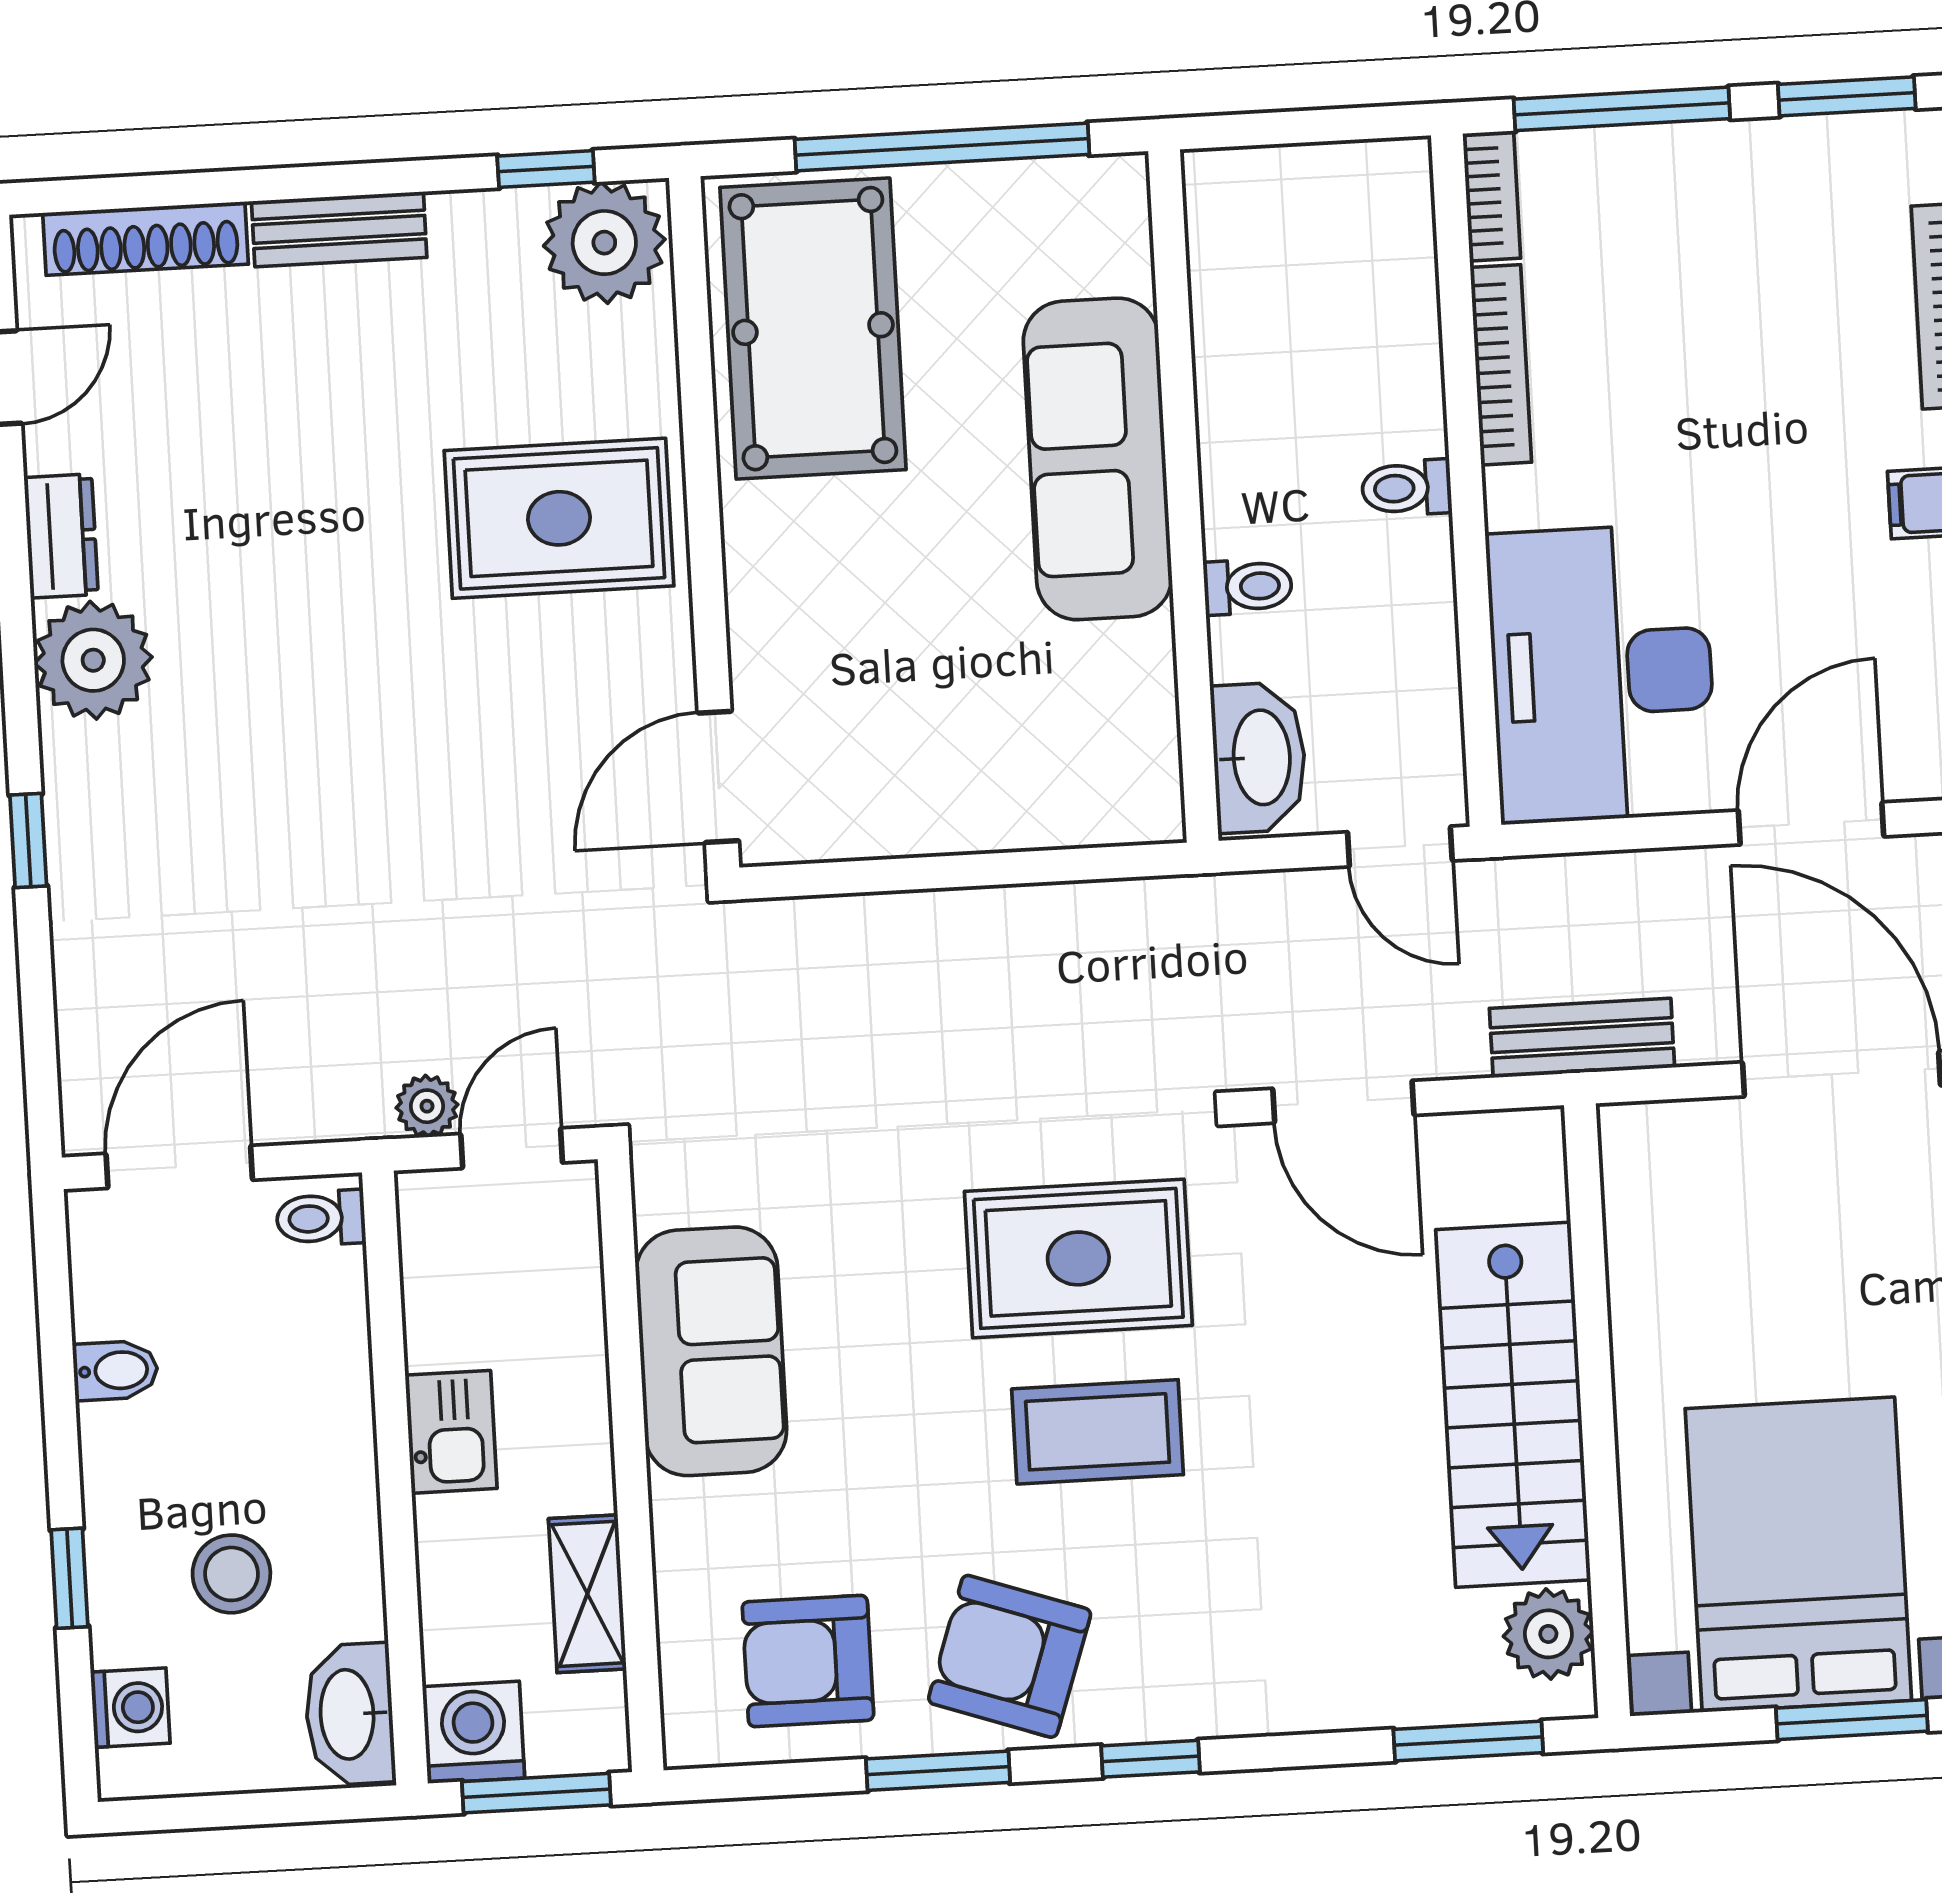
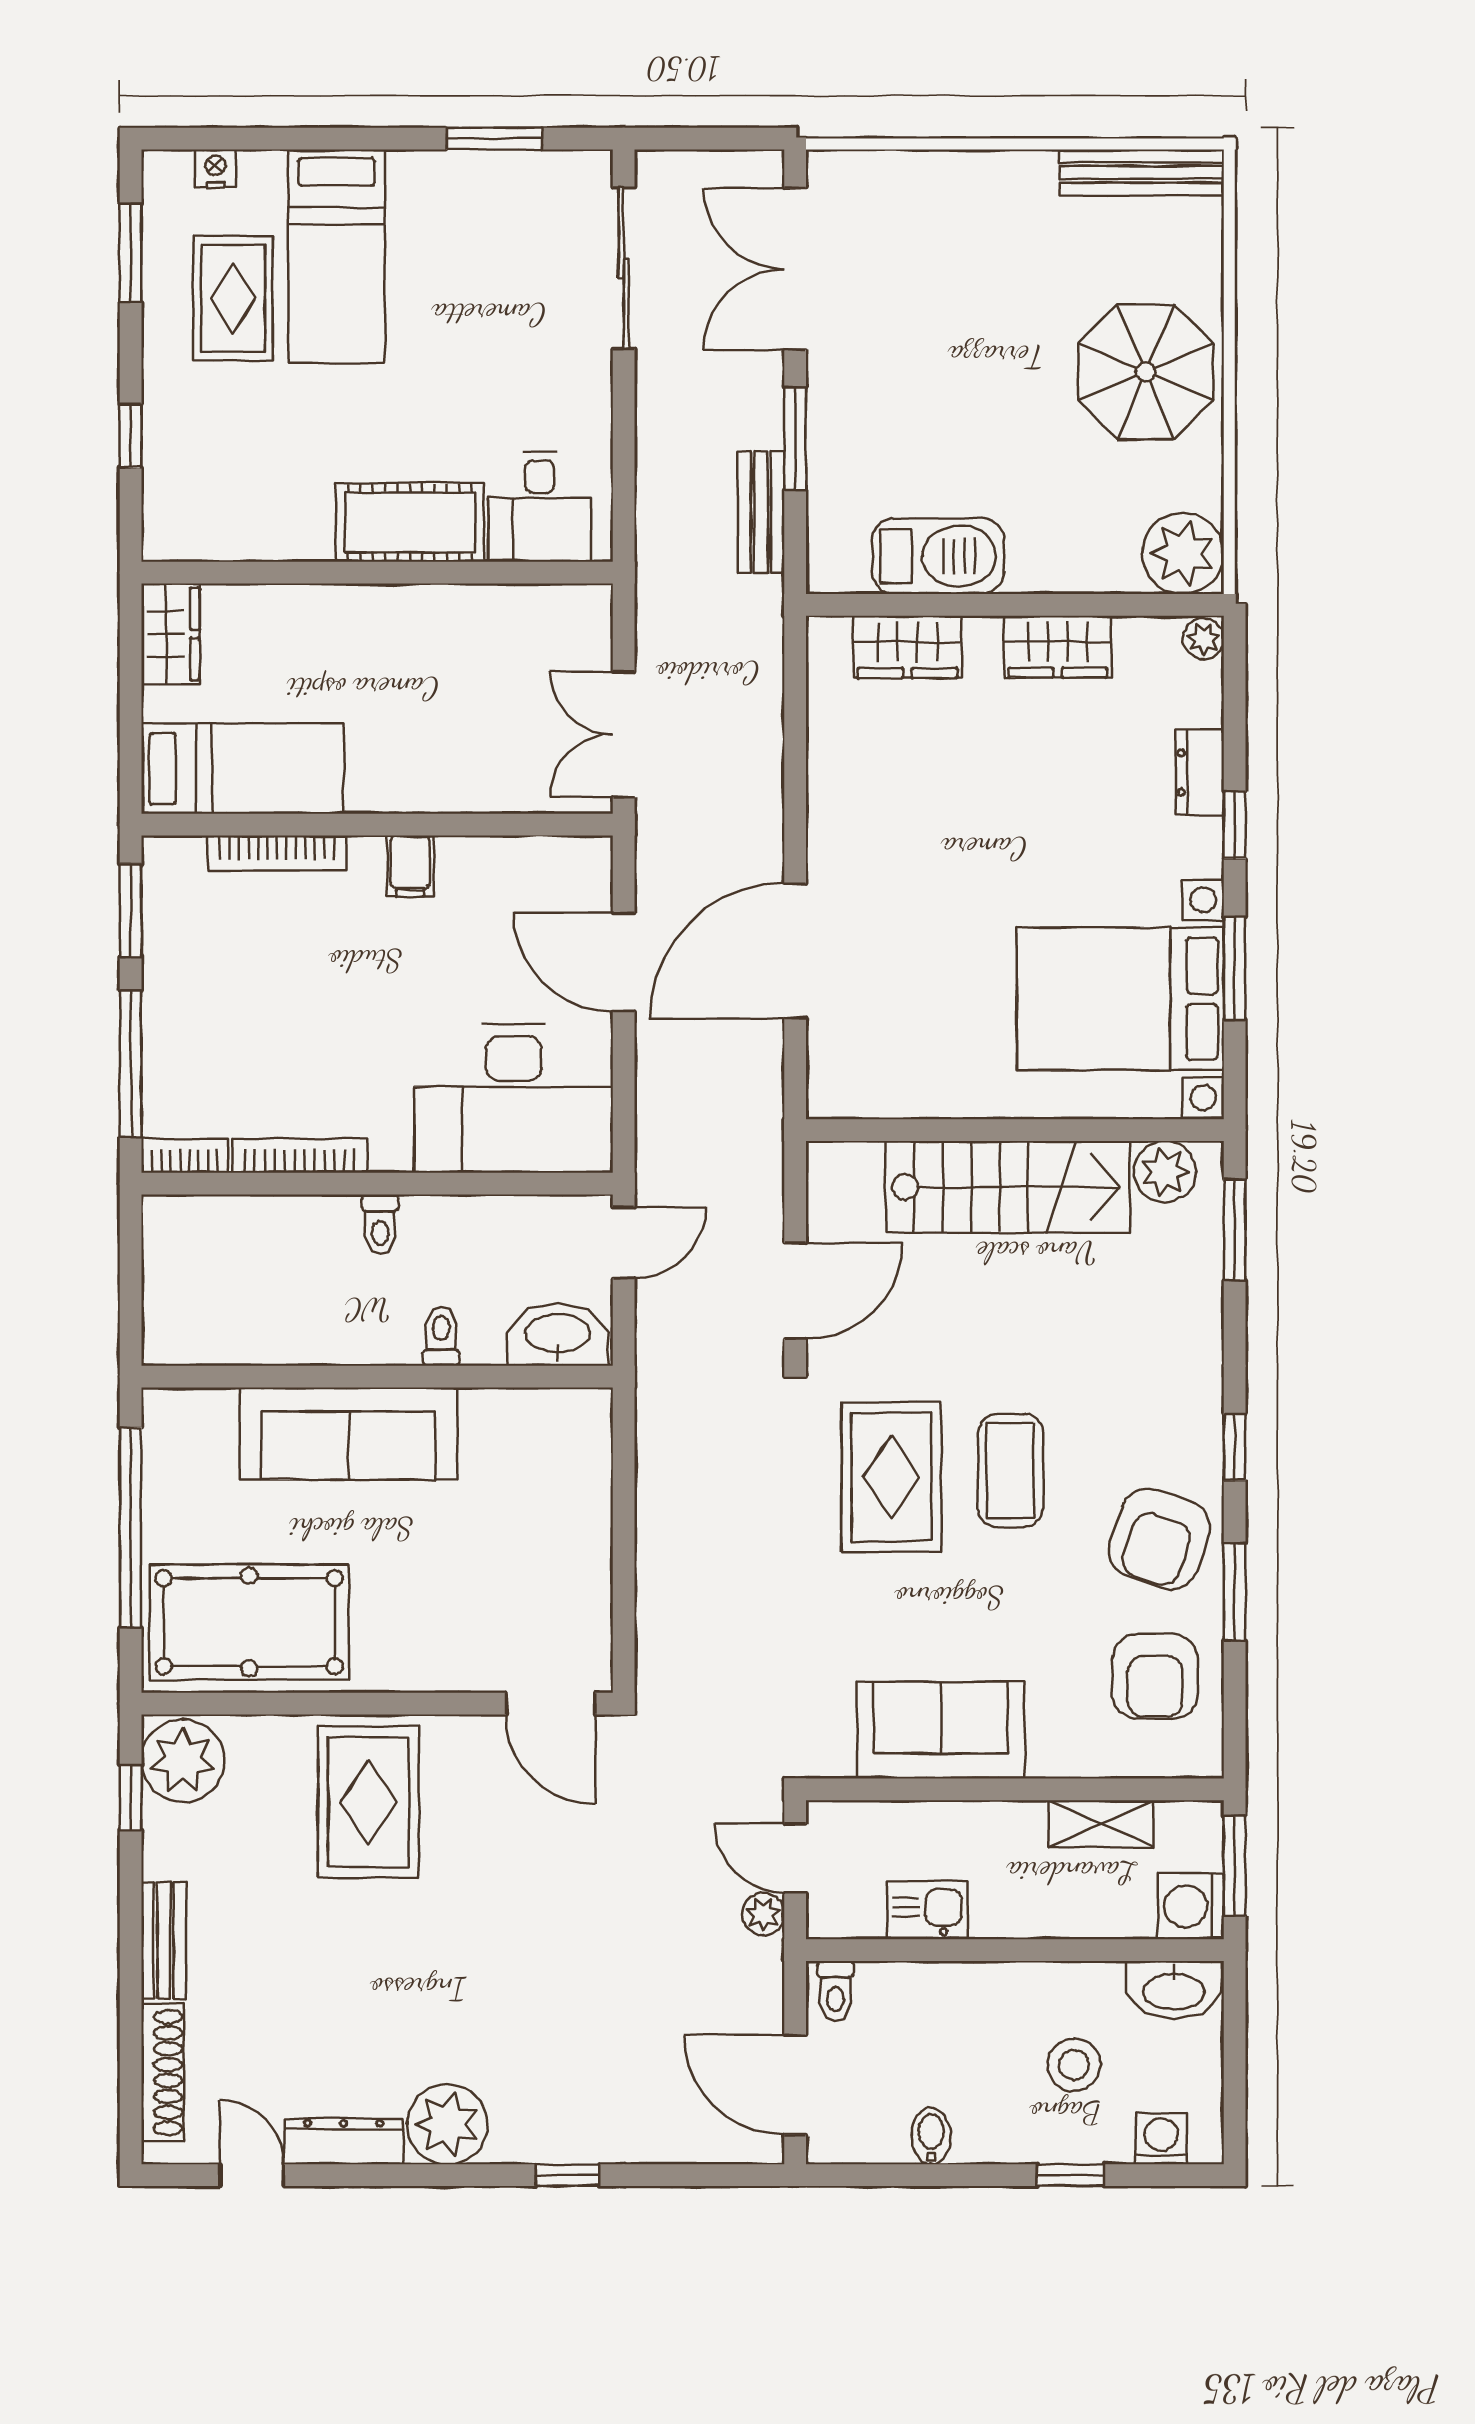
dresser: (61, 536) -> (344, 2141), width x1.44
bench: (1582, 1038) -> (761, 1126), removed
kitchen sink: (451, 1432) -> (928, 1910), moved

